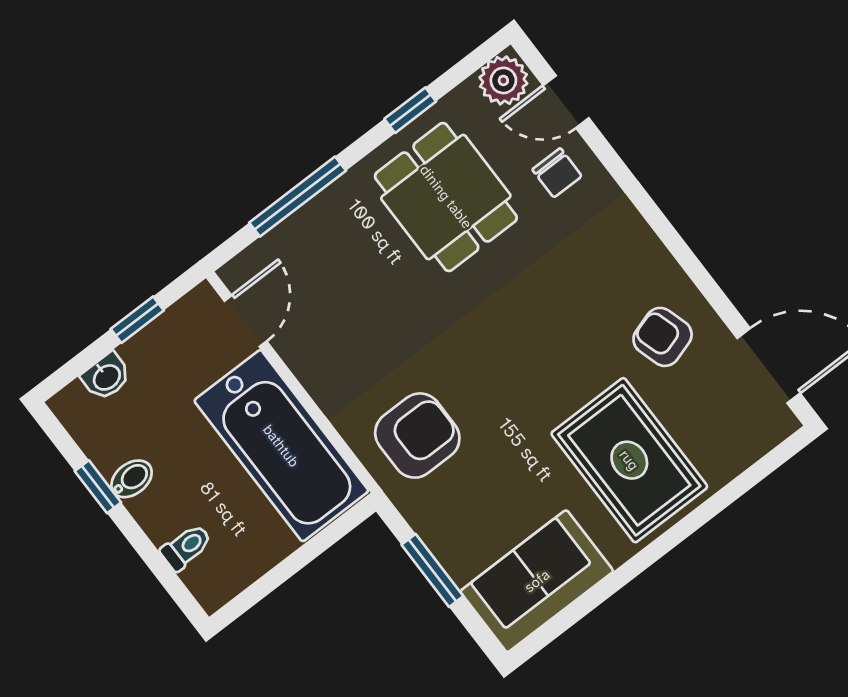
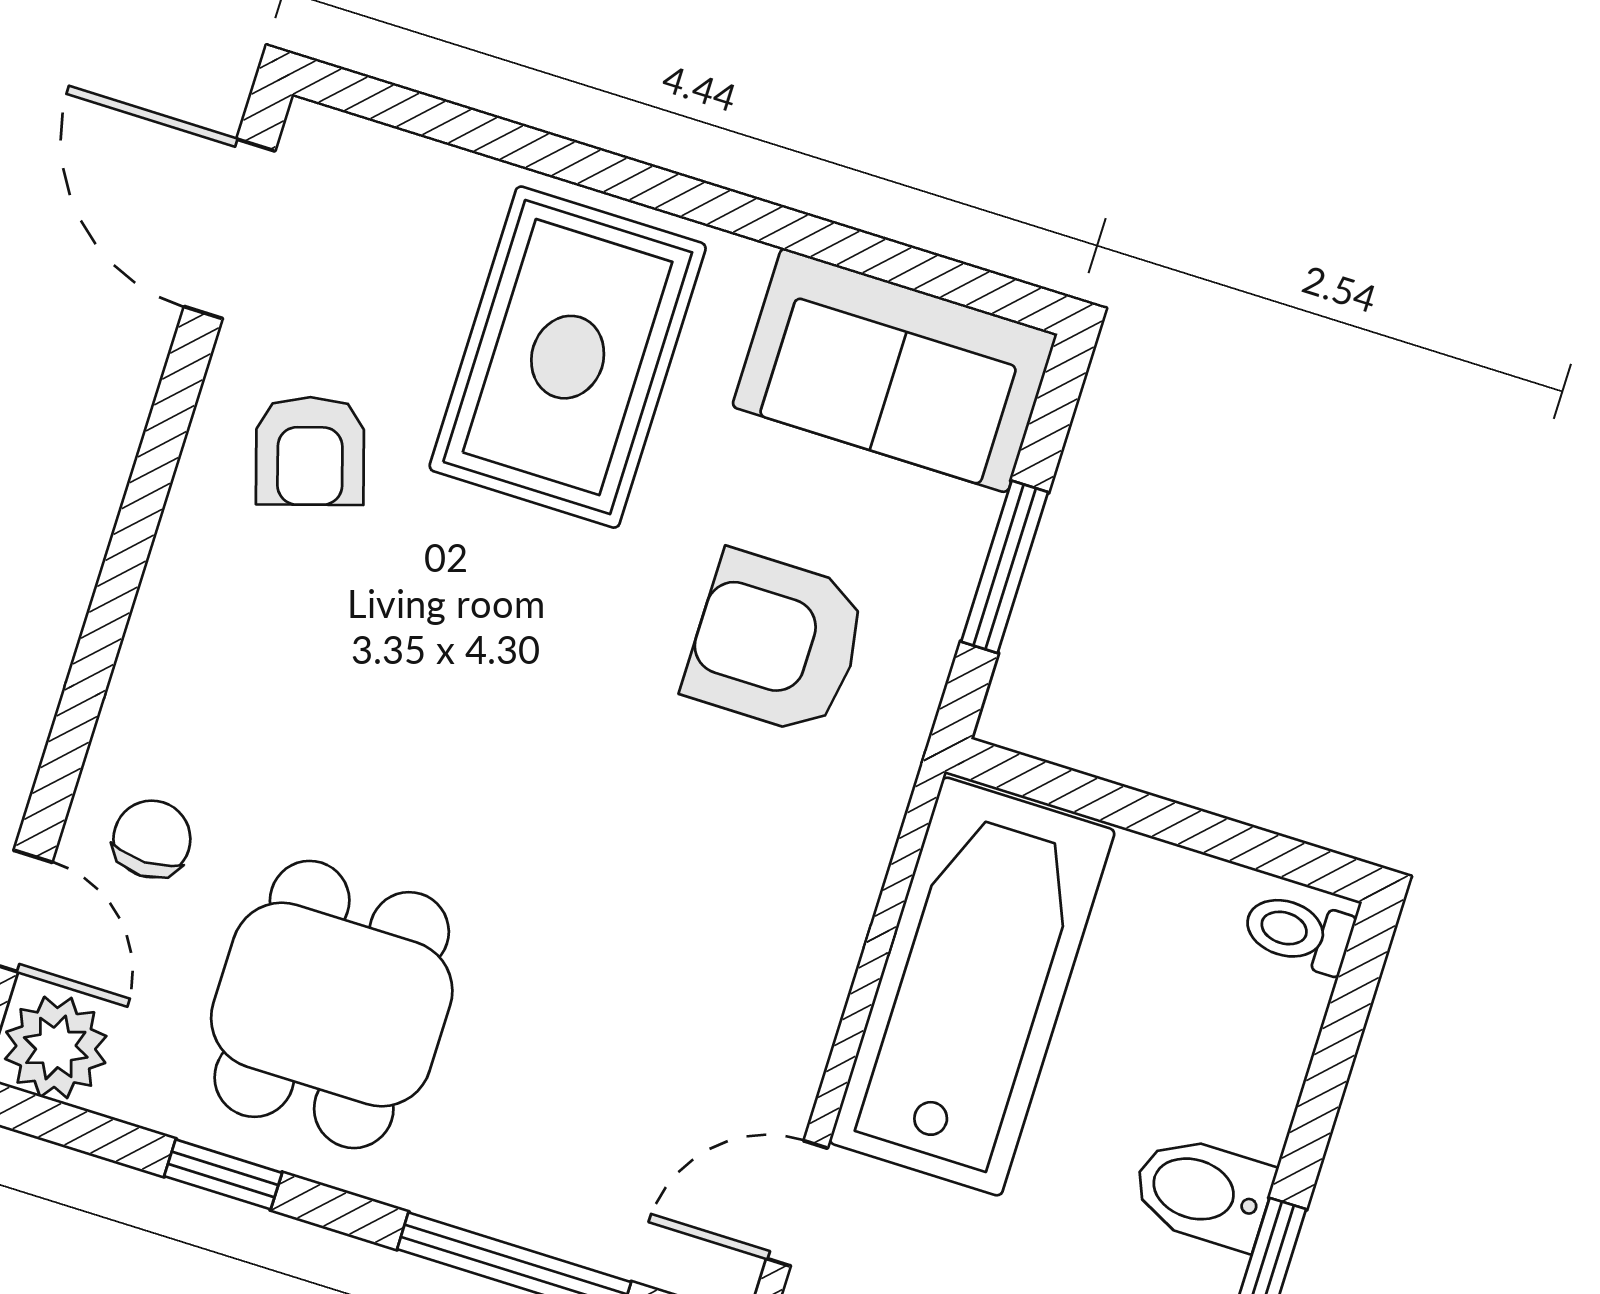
armchair: (417, 436) -> (776, 643), moved
bidet: (132, 479) -> (1202, 1192), width x1.38, depth x1.36
toilet: (186, 547) -> (1298, 932), moved

